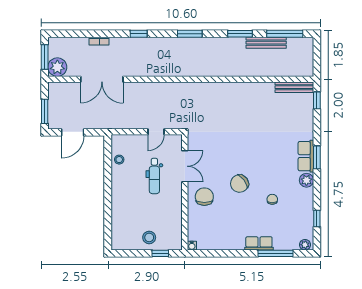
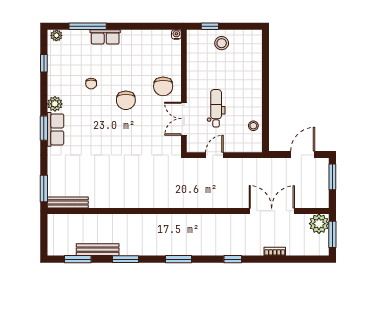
window: (285, 34) -> (78, 259), width x0.69
window: (317, 100) -> (44, 188), width x1.50
chair: (239, 184) -> (126, 100), turned 127

